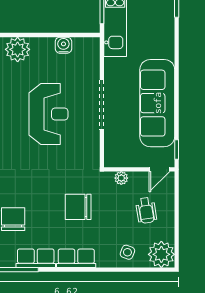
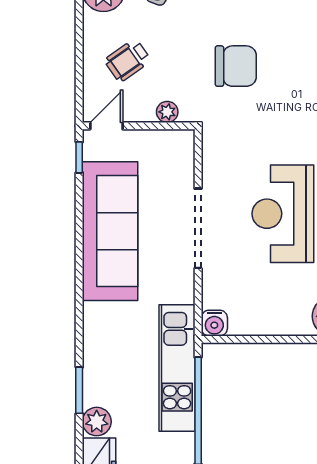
water cooler: (63, 45) -> (214, 323), moved
wheelchair: (146, 210) -> (128, 60), turned -116

